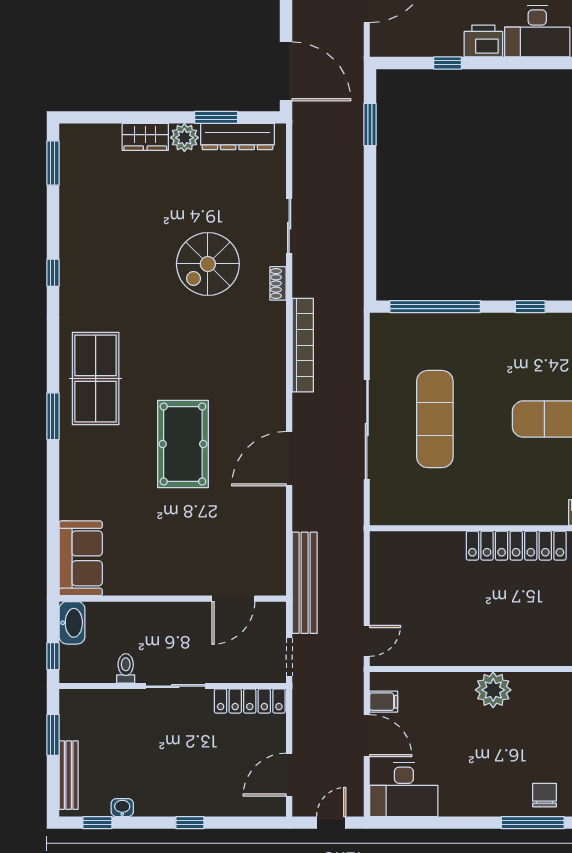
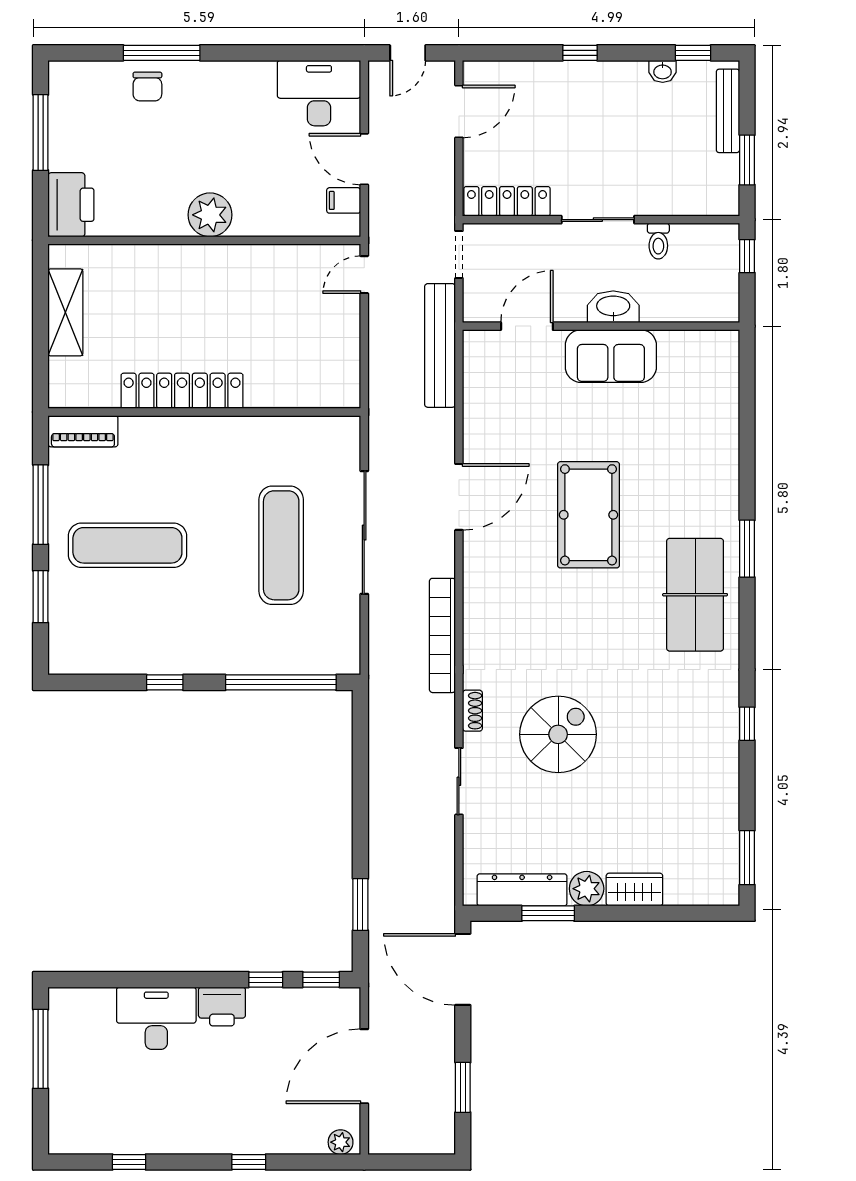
window: (402, 63) -> (321, 980), added
sofa: (81, 558) -> (611, 356), moved, turned -90
washbasin: (72, 623) -> (613, 307), moved, turned 90

